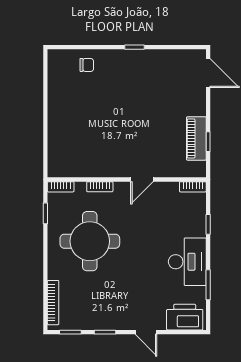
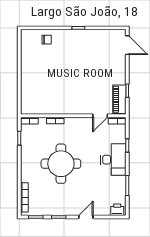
piano: (196, 138) -> (119, 99), moved
door: (142, 179) -> (100, 116), moved
round table: (90, 241) -> (61, 164), moved
desk: (187, 262) -> (113, 160), moved
printer: (185, 317) -> (117, 210), width x0.53, depth x0.68
door: (146, 332) -> (86, 217), swing flipped

